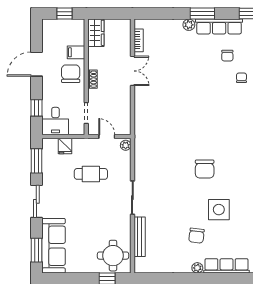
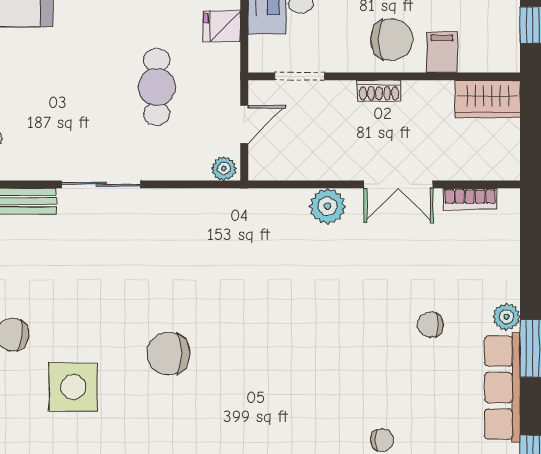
chair: (227, 56) -> (430, 325), moved
plant: (142, 101) -> (327, 206), added

